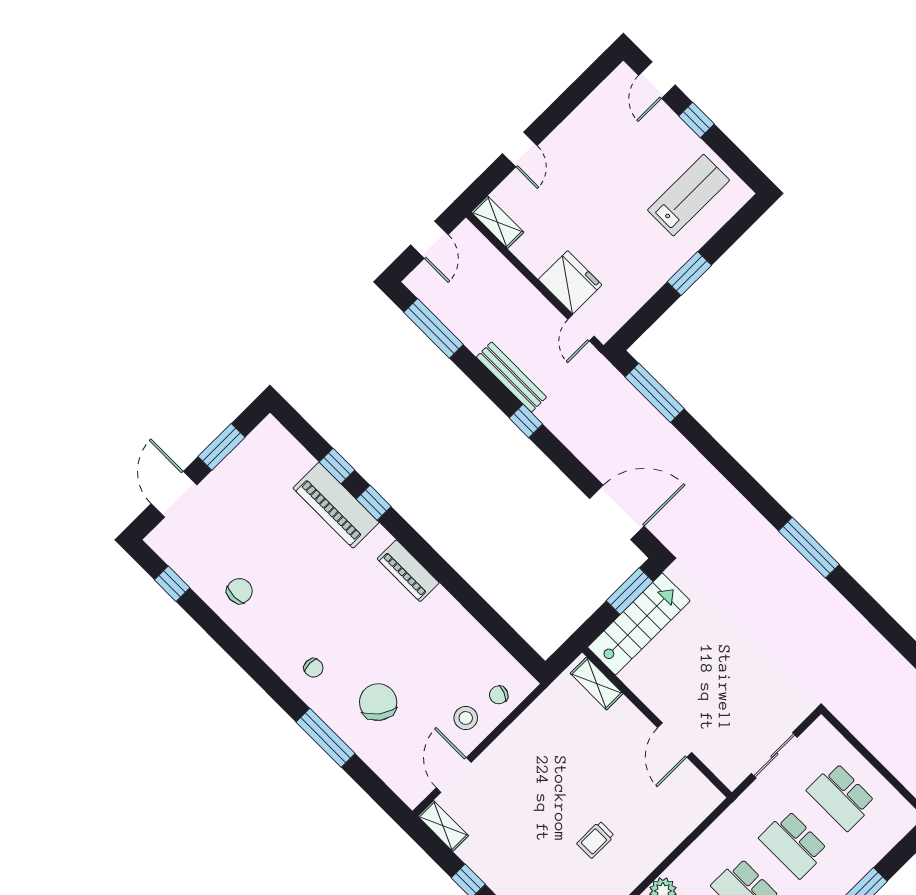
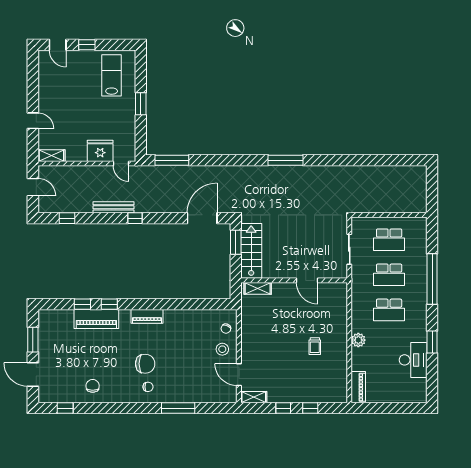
window: (434, 328) -> (67, 218), width x0.46
chair: (378, 702) -> (145, 364), moved, turned 143

